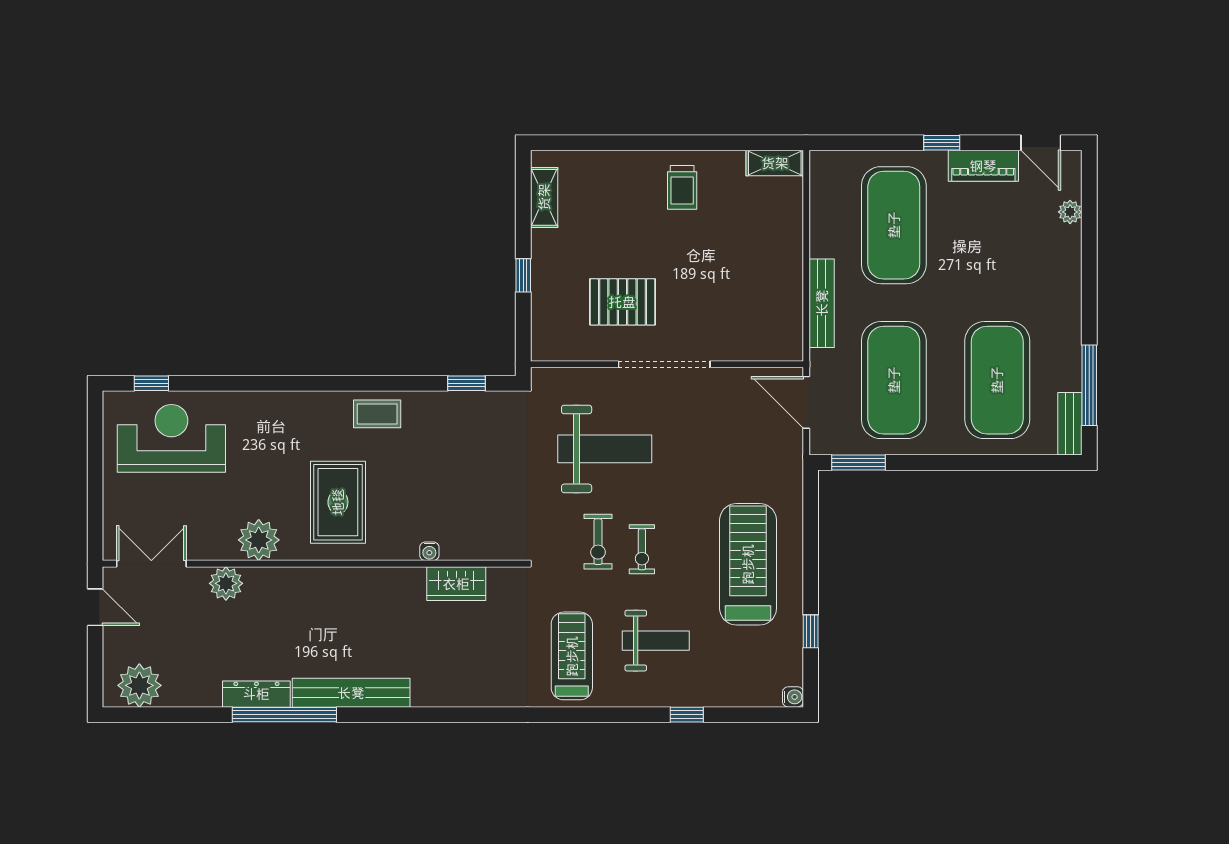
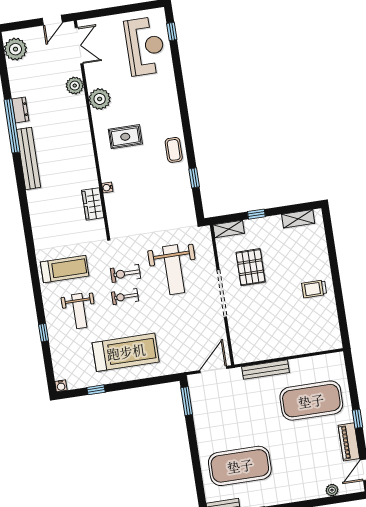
shelving: (775, 163) -> (229, 229), moved, turned 90
exercise mat: (894, 380) -> (232, 413), removed
window: (467, 383) -> (194, 178), moved
rug: (338, 502) -> (125, 137), width x0.73, depth x0.70
dresser: (256, 694) -> (20, 110), width x0.70

